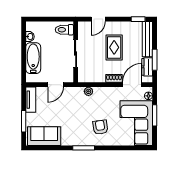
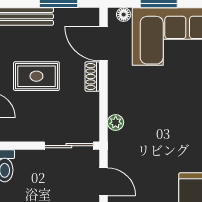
sliding door: (76, 53) -> (69, 146), moved
dresser: (147, 67) -> (72, 17), removed
armchair: (100, 127) -> (180, 101), removed

